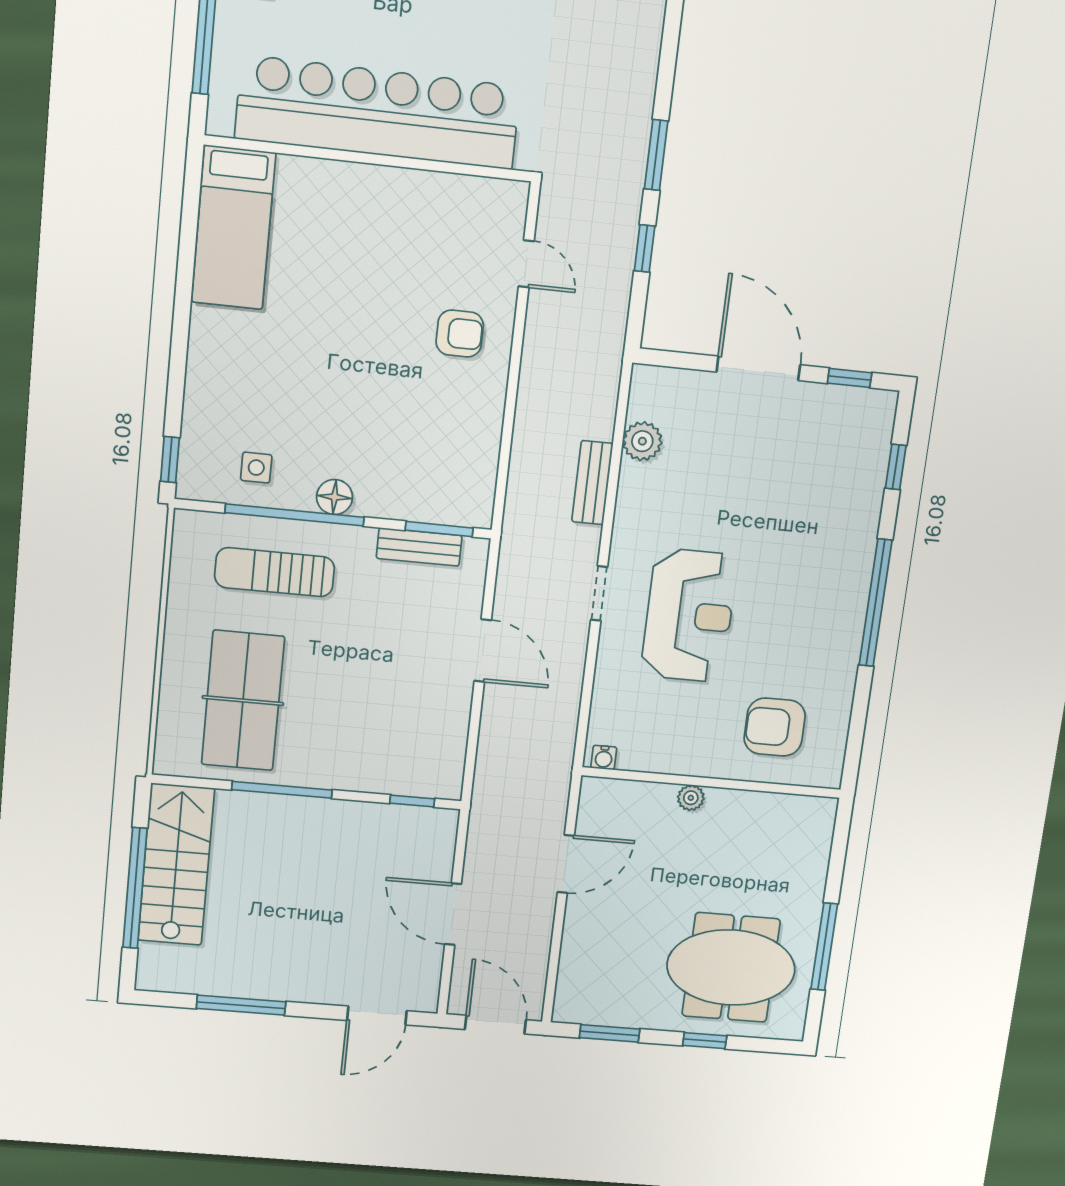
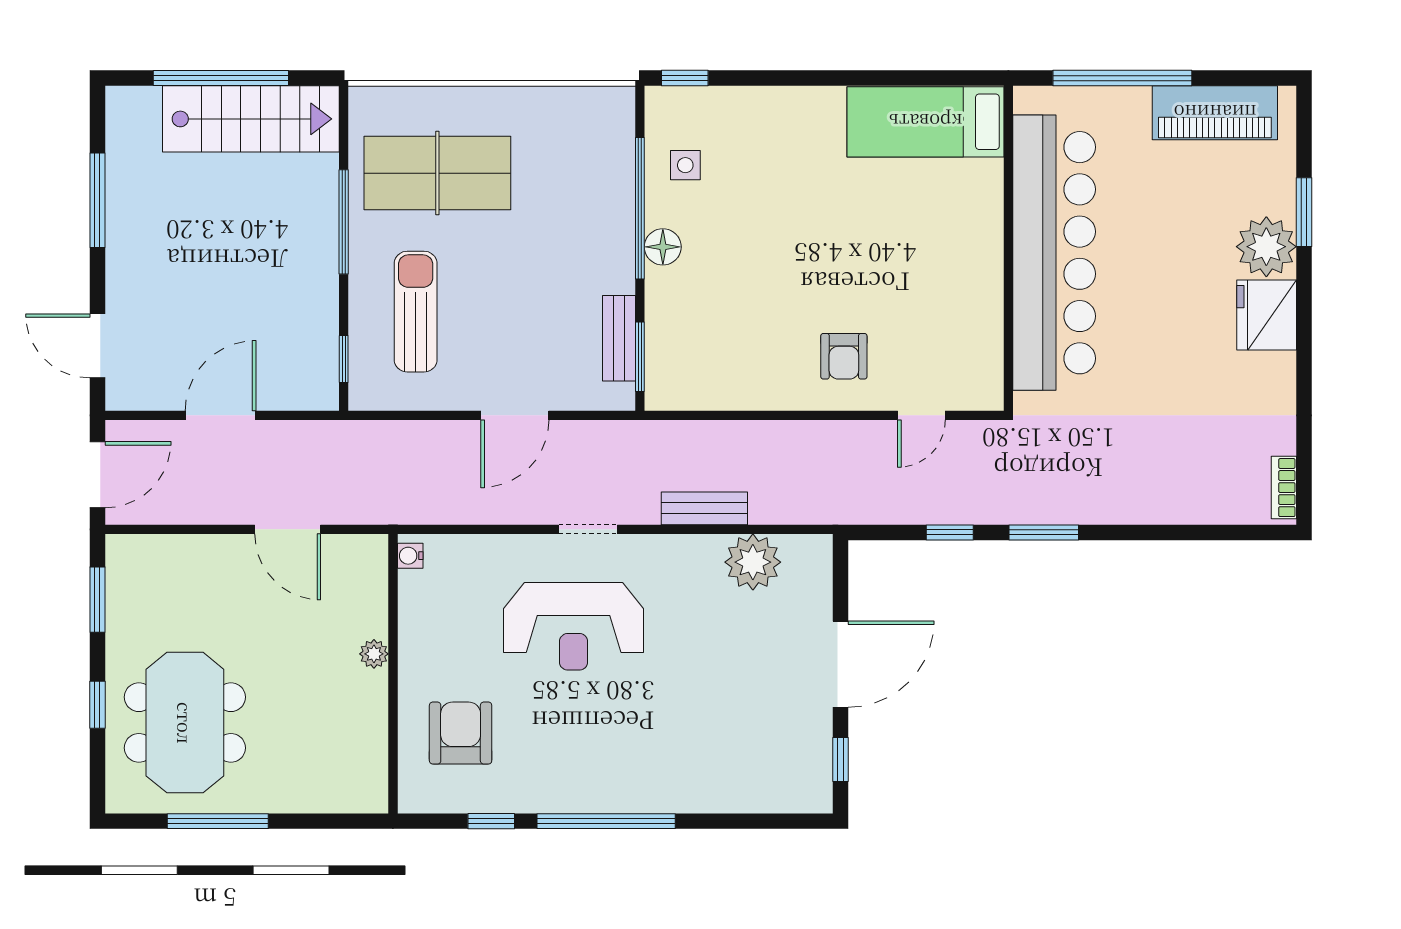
plant: (642, 441) -> (753, 562), width x1.36, depth x1.36
window: (896, 467) -> (491, 821), moved
sun lounger: (275, 572) -> (416, 312), moved

